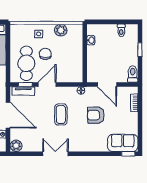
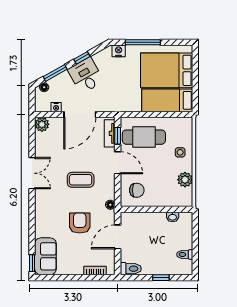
chair: (45, 54) -> (137, 190), moved

